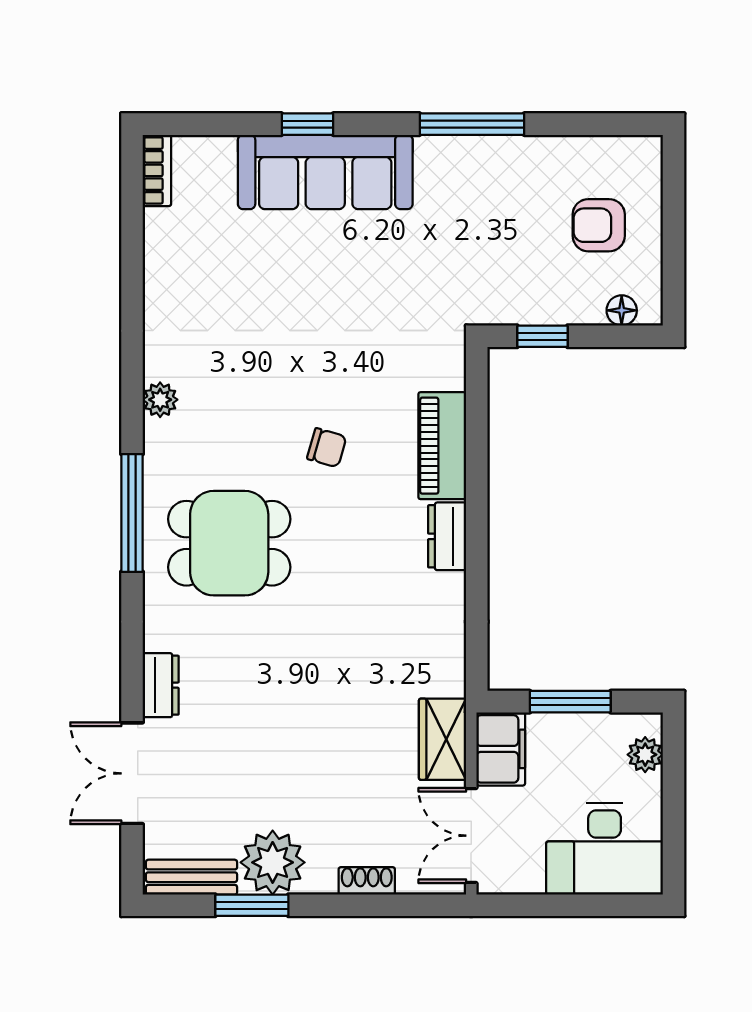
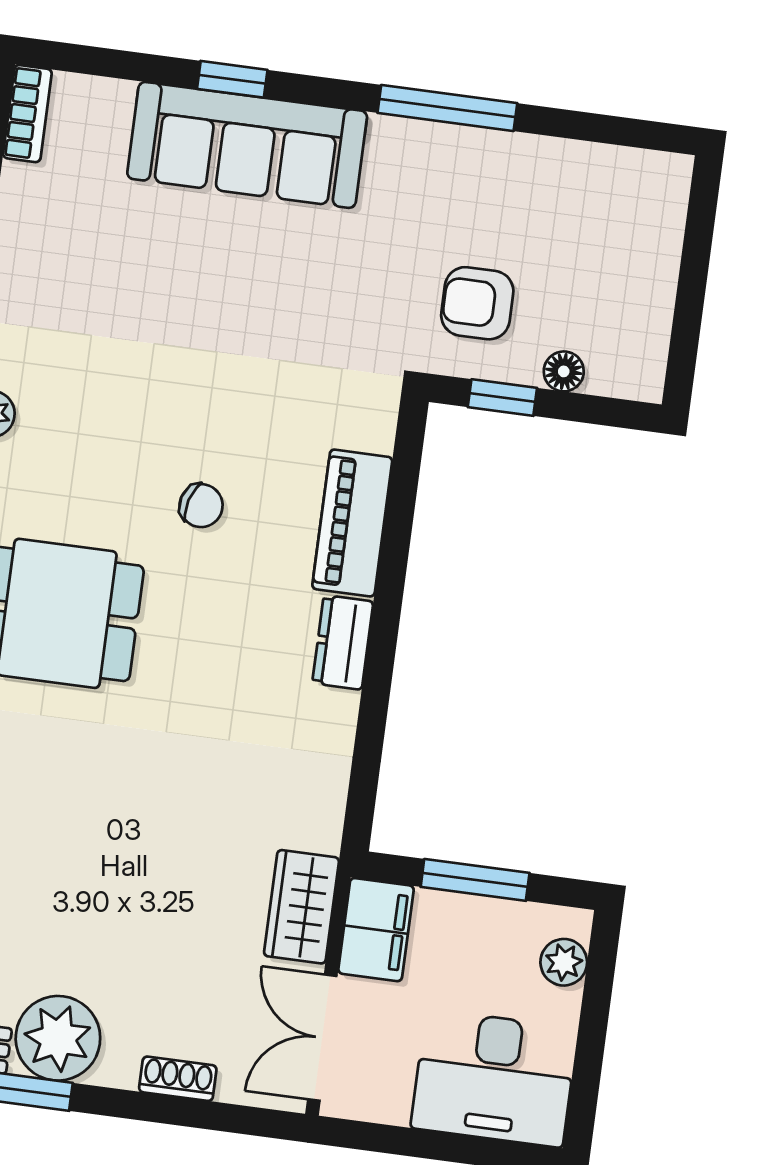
armchair: (599, 225) -> (477, 303), moved
floor lamp: (622, 310) -> (564, 371), moved

